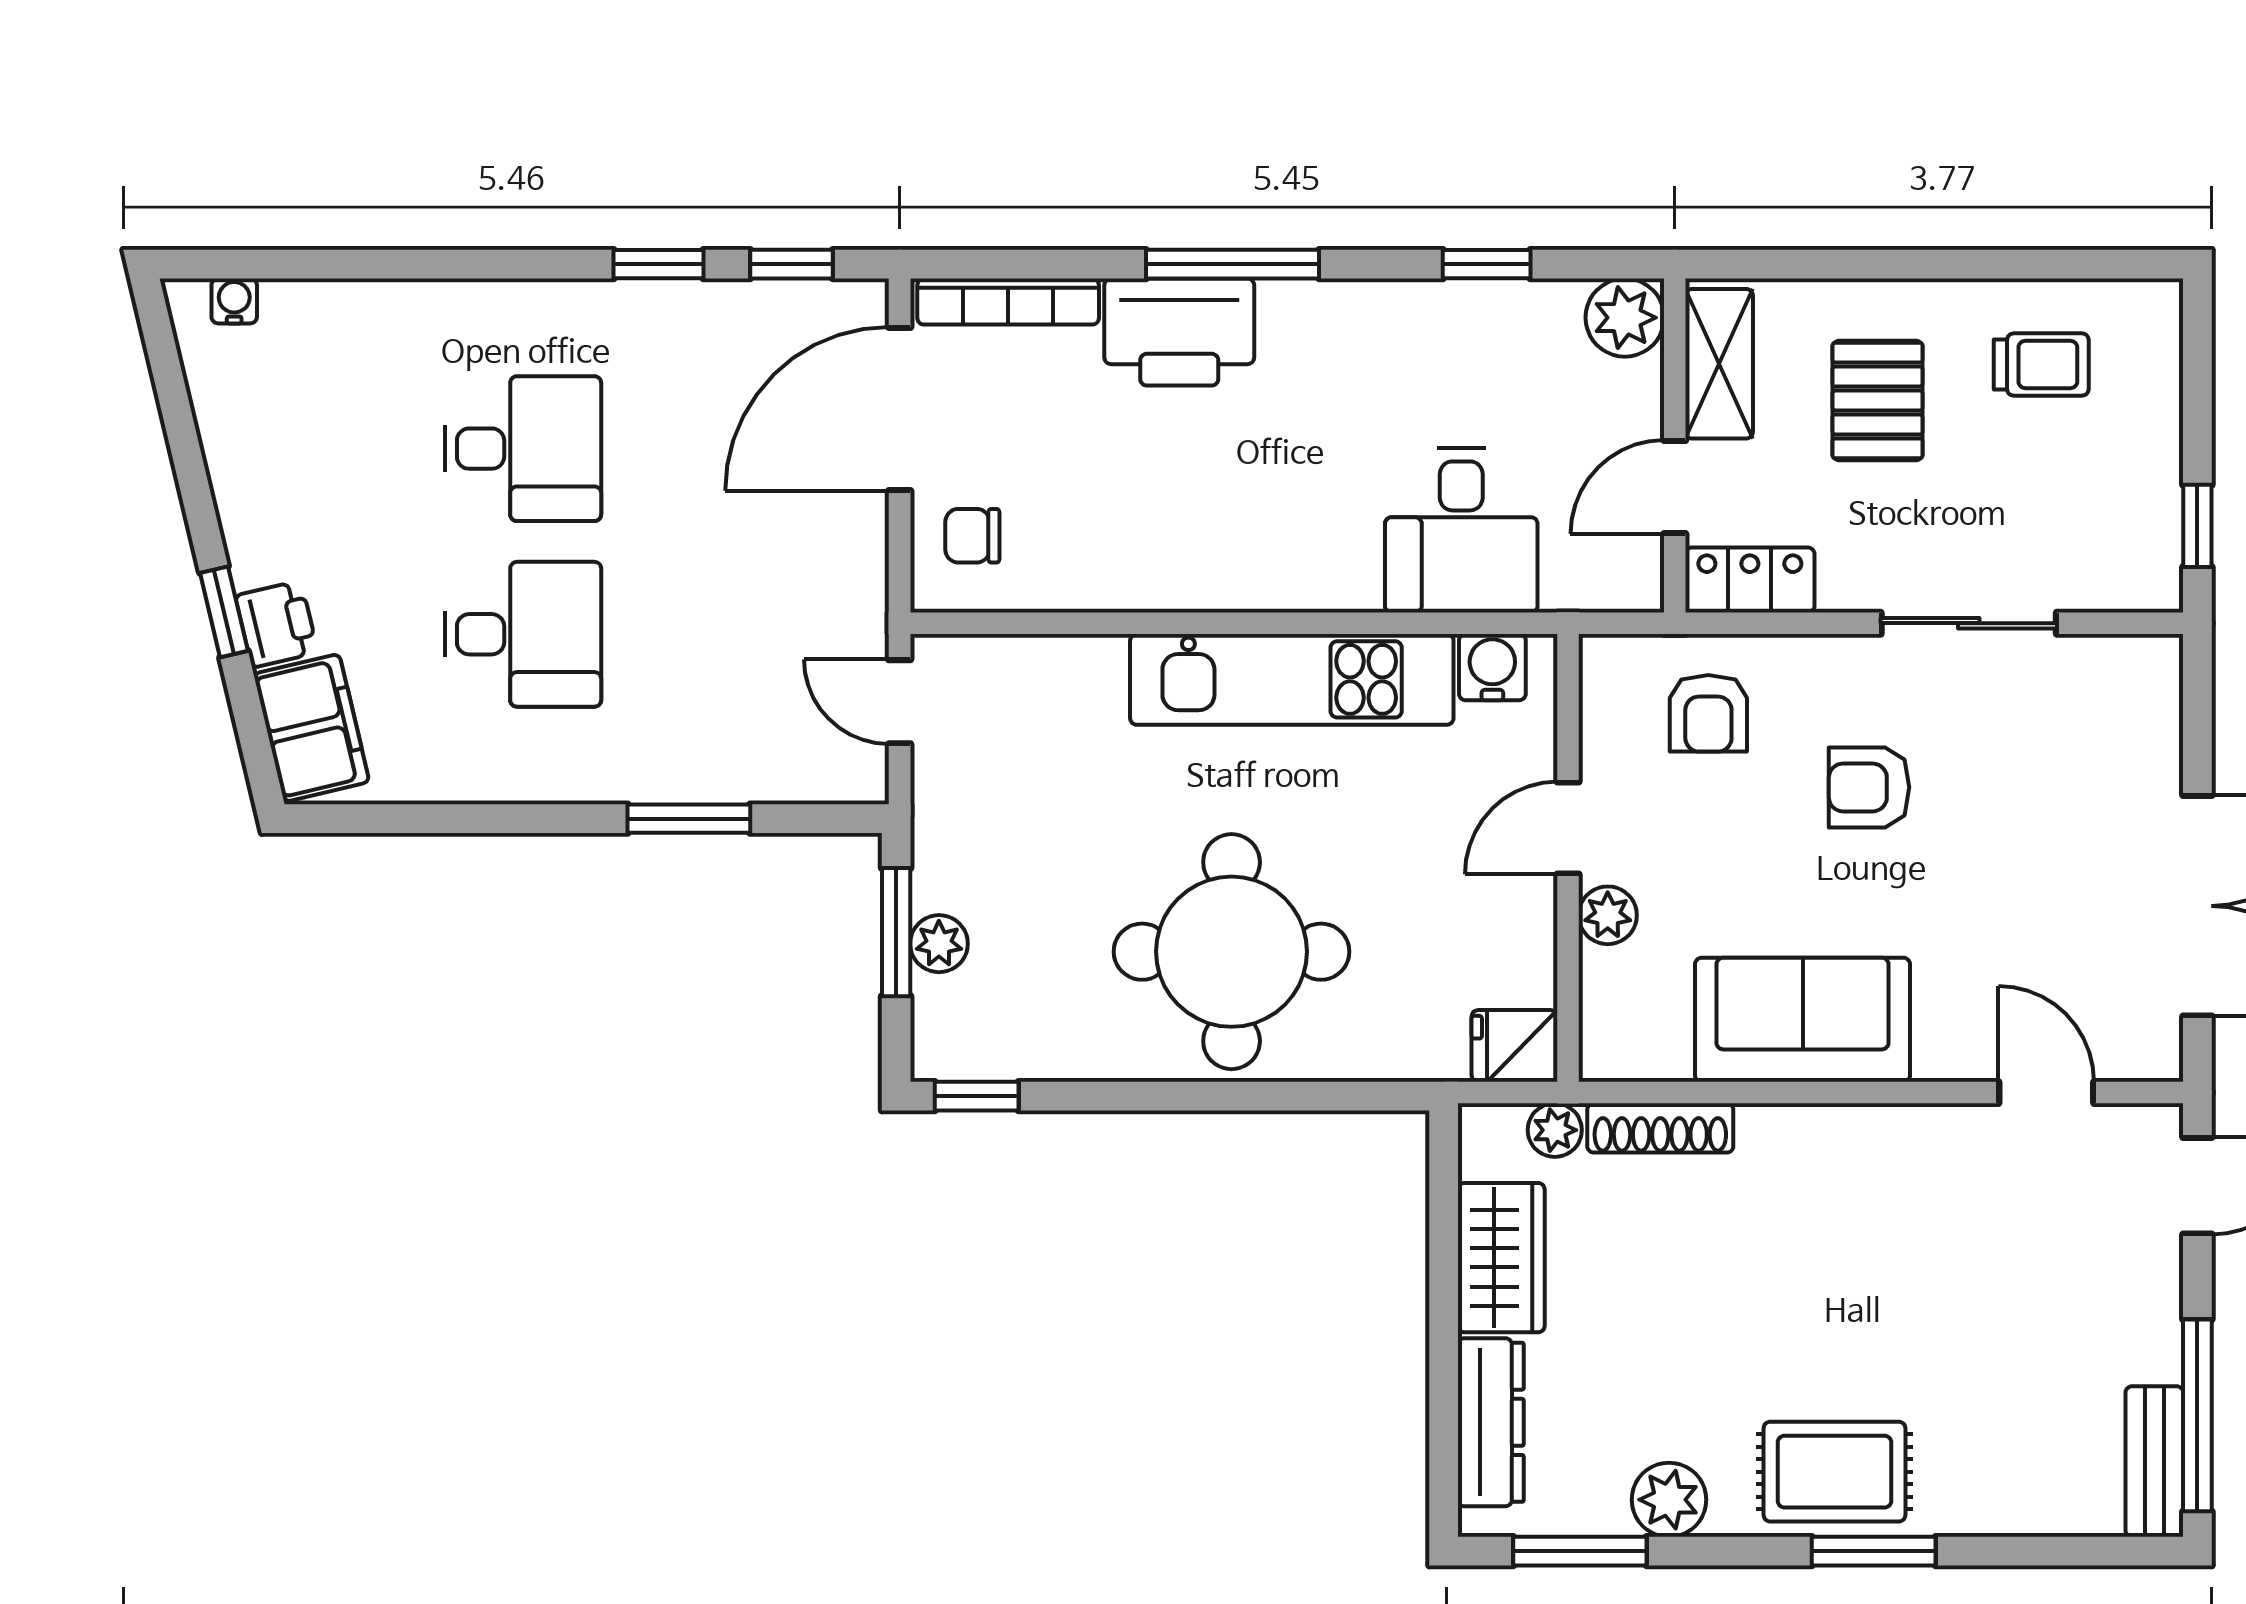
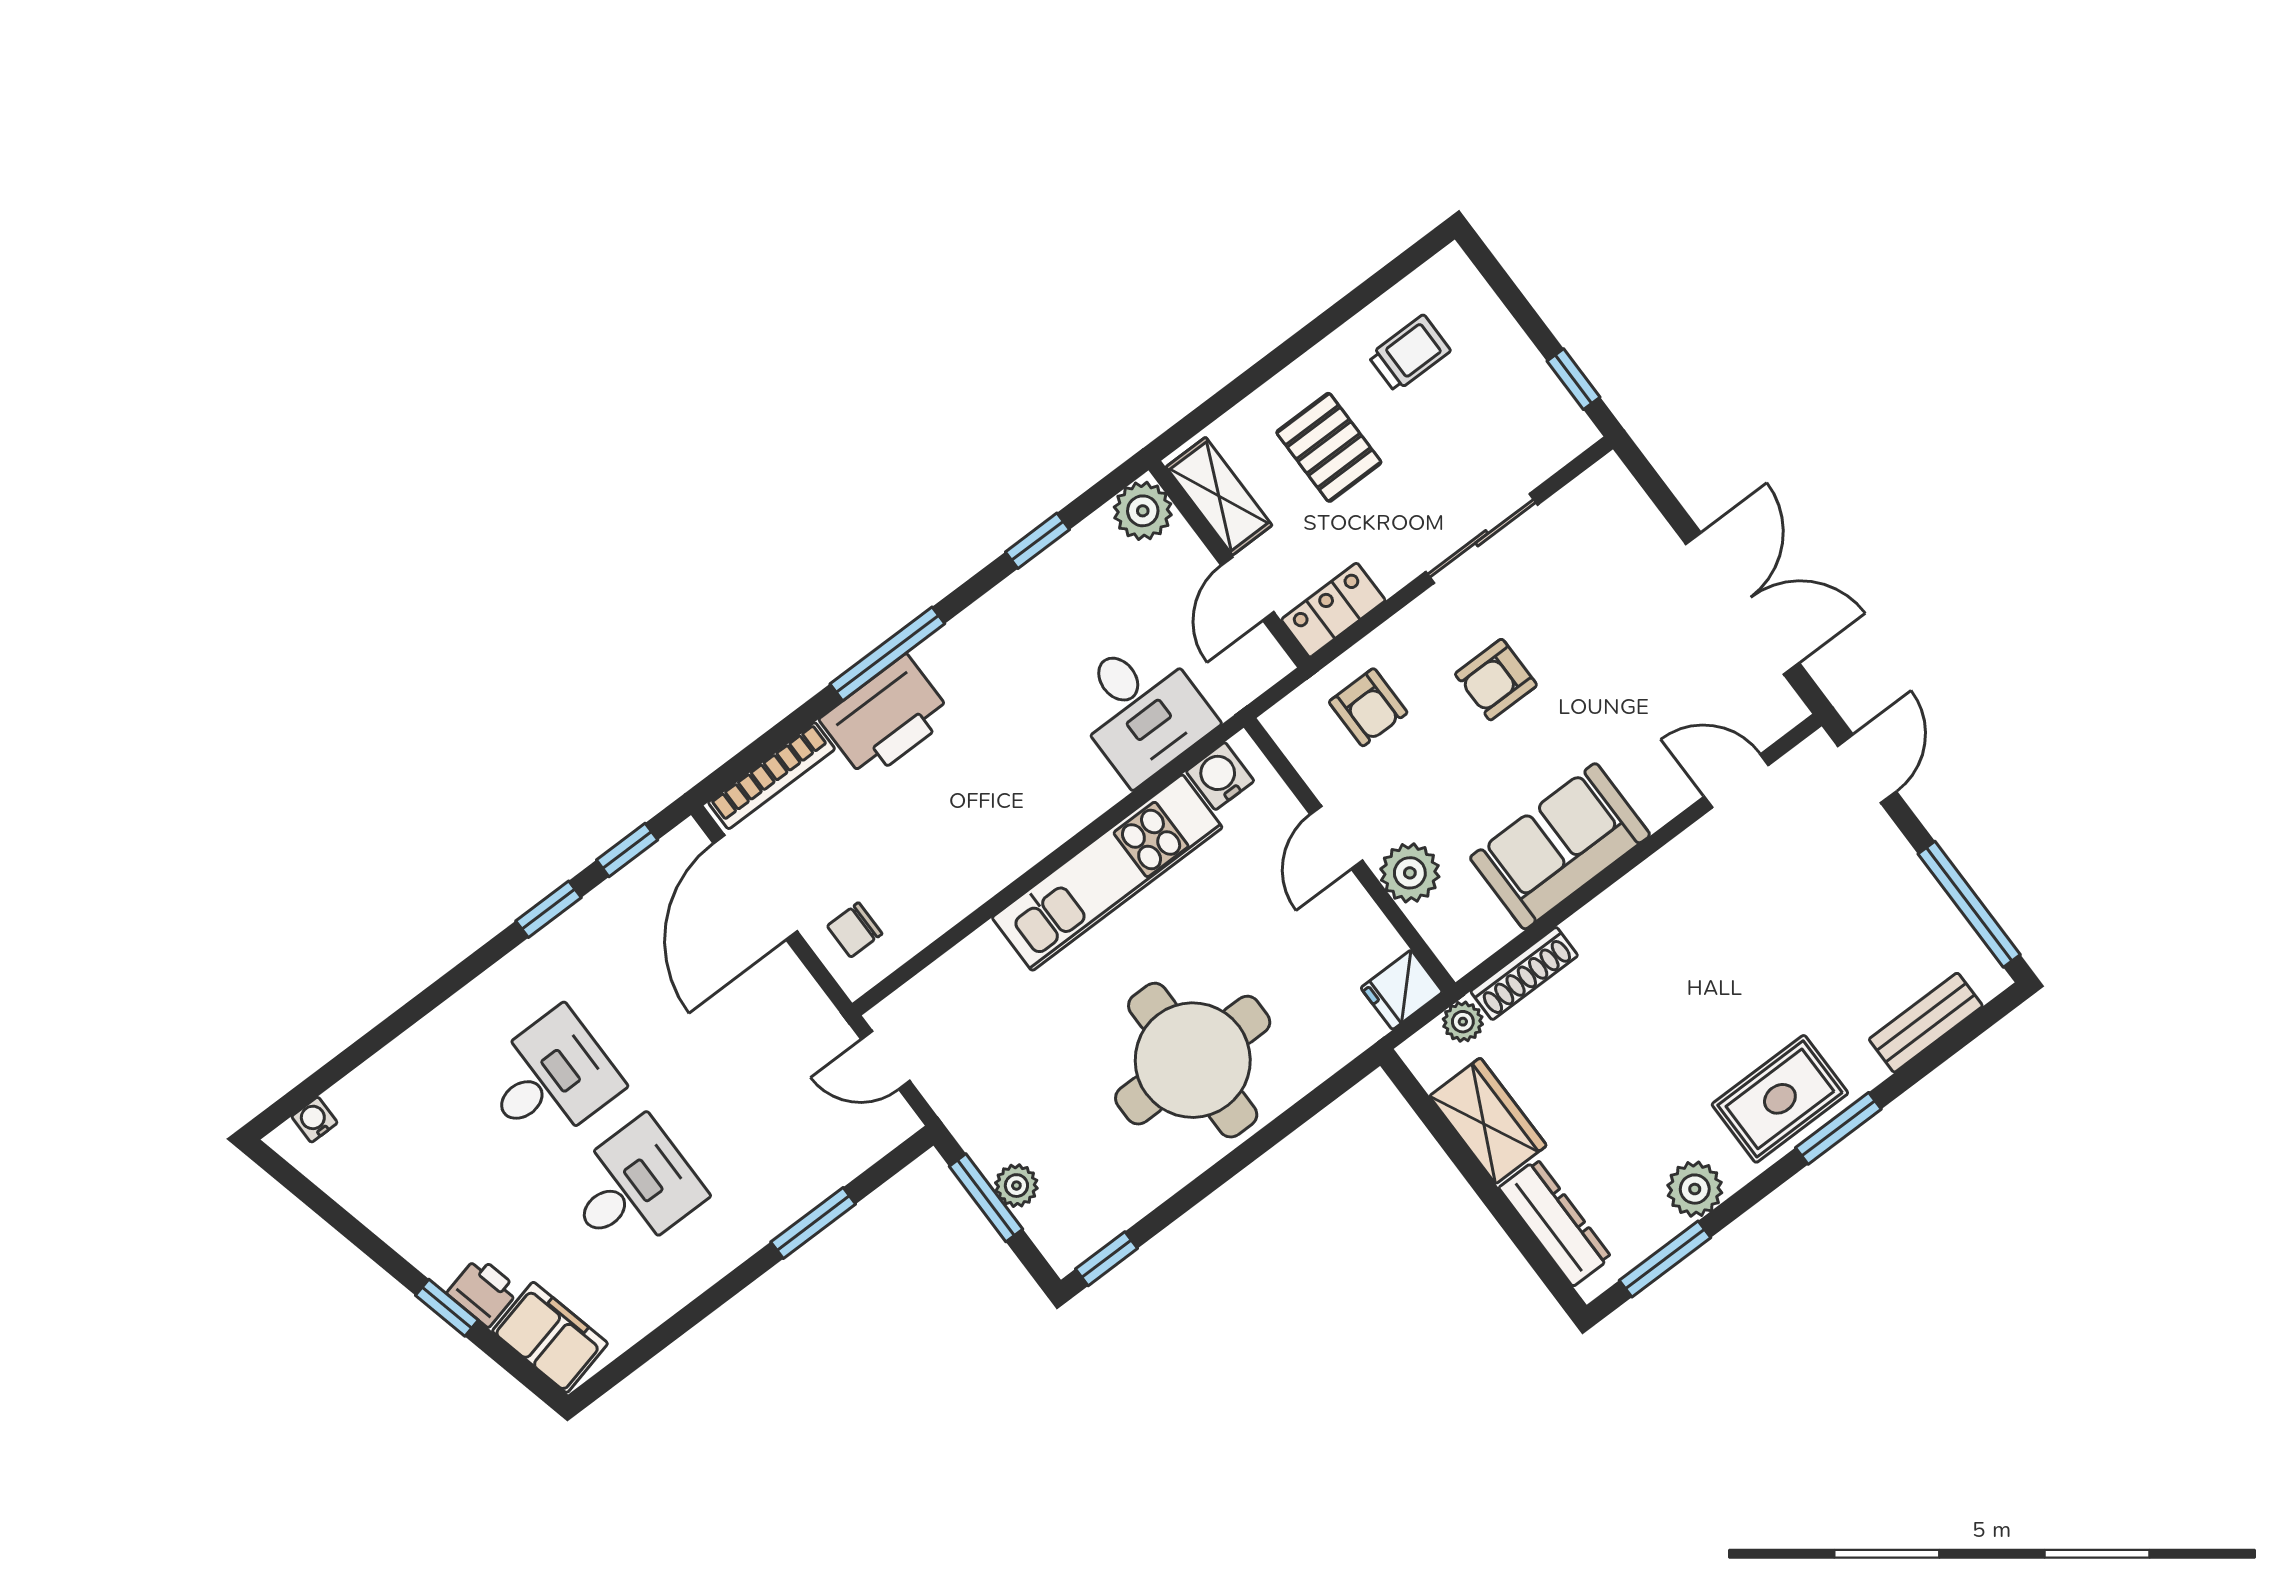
plant: (1608, 915) -> (1410, 873), width x1.38, depth x1.38
bench: (2154, 1461) -> (1926, 1023), moved, turned 90

